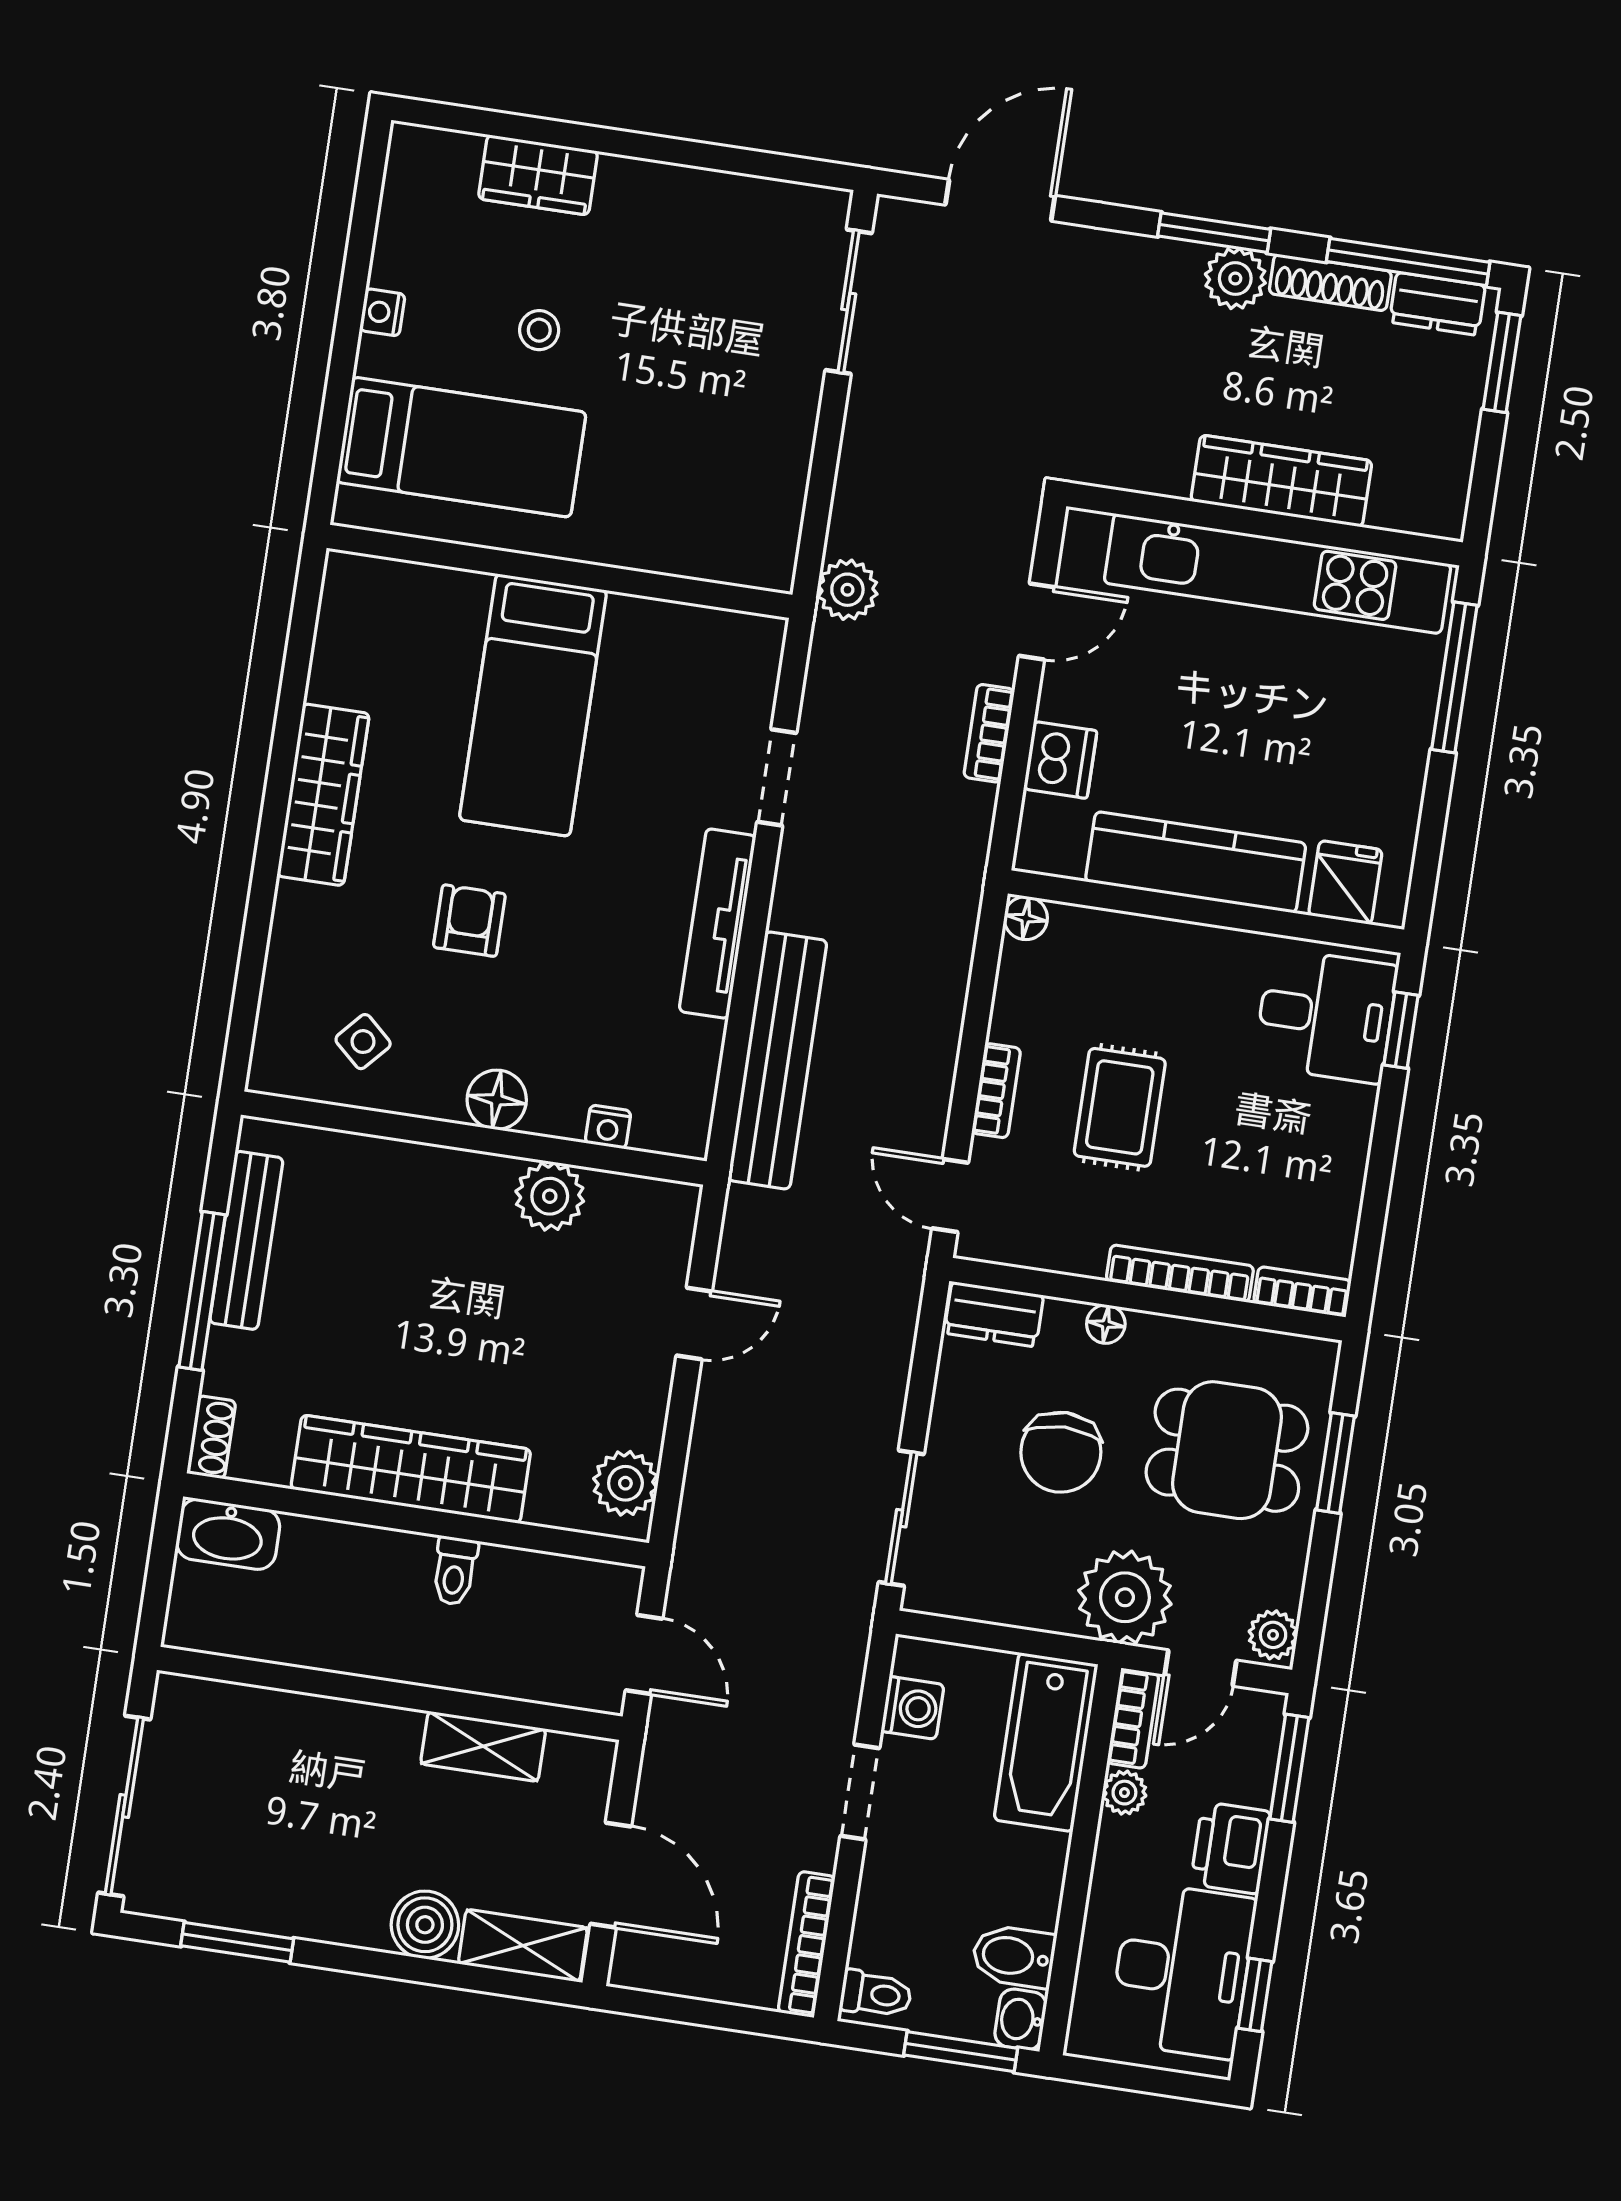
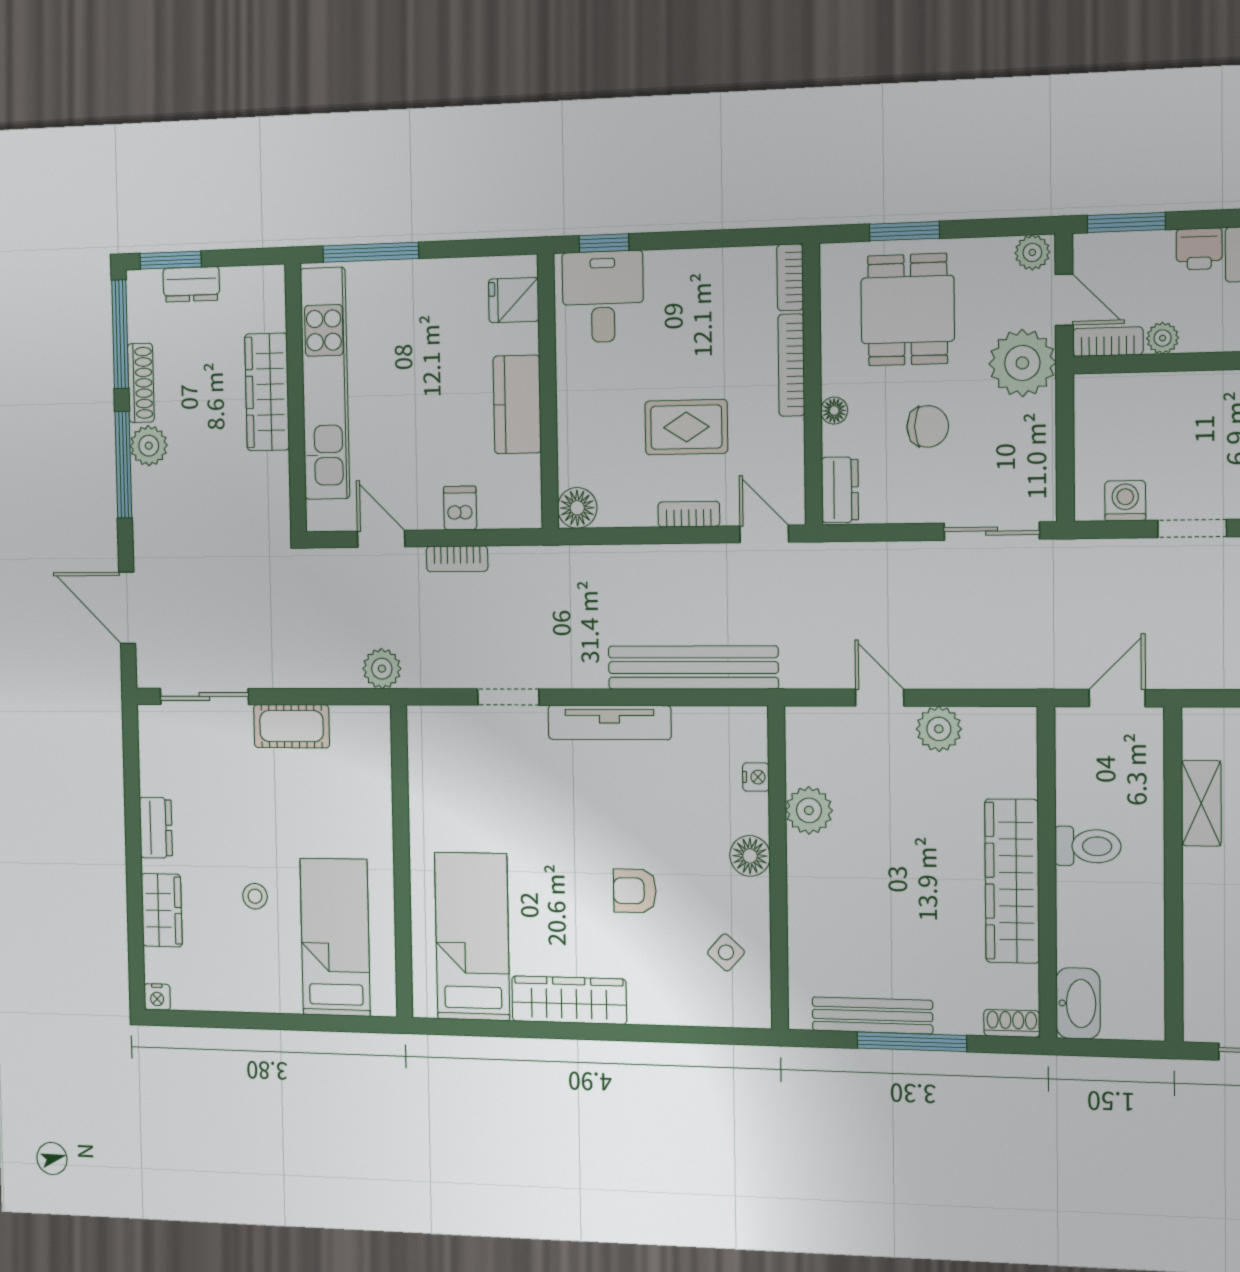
dresser: (664, 188) -> (156, 828), added
window: (1214, 233) -> (123, 465), width x1.44
dresser: (1437, 304) -> (191, 284), moved, turned 90
nightstand: (382, 312) -> (157, 997), moved
cot: (784, 433) -> (291, 726), added
bed: (533, 705) -> (472, 936), moved, turned -90
dishwasher: (1060, 760) -> (460, 508), width x0.73
kitchen counter: (1196, 862) -> (517, 404), width x0.67
floor lamp: (1026, 918) -> (577, 508), width x1.37, depth x1.37
door: (950, 1196) -> (764, 534), swing flipped
chair: (1061, 1452) -> (928, 426), width x0.73, depth x0.73
plant: (625, 1483) -> (939, 729), moved
toilet: (455, 1571) -> (1088, 846), width x1.37, depth x1.39
bathtub: (1046, 1742) -> (1135, 401), removed
printer: (1230, 1848) -> (1199, 249), width x0.73, depth x0.81

